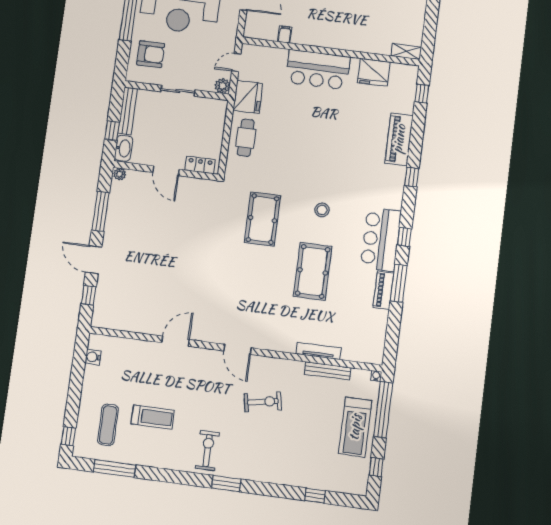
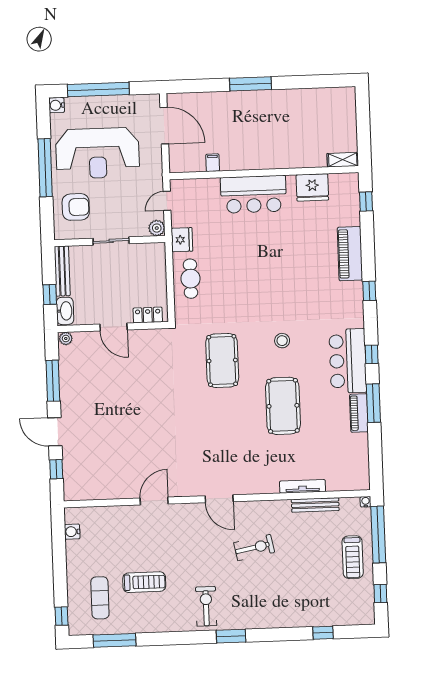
fridge: (248, 97) -> (182, 240), width x0.73, depth x0.75
treadmill: (355, 427) -> (353, 557), width x0.73, depth x0.73

